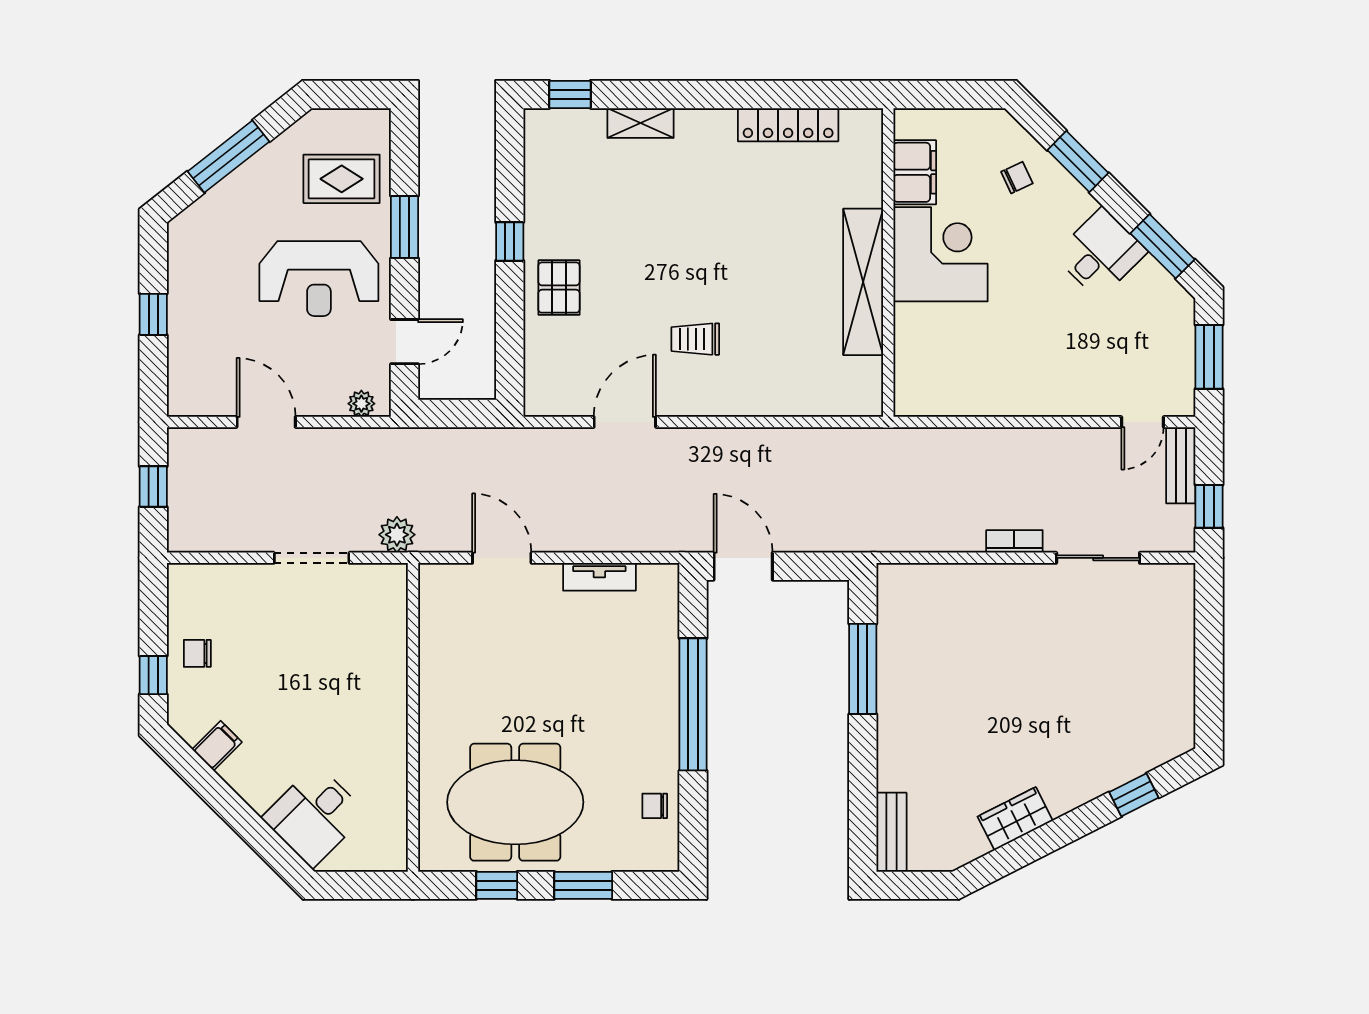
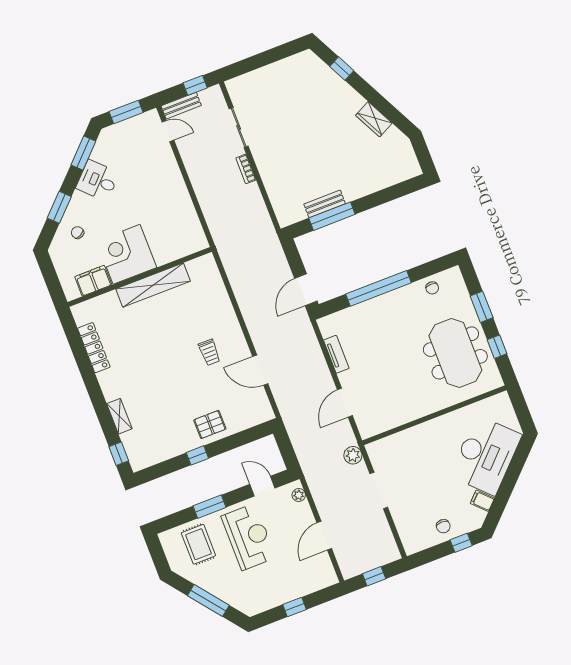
desk: (314, 816) -> (486, 455), width x1.87, depth x1.30
bench: (891, 832) -> (325, 204), moved

